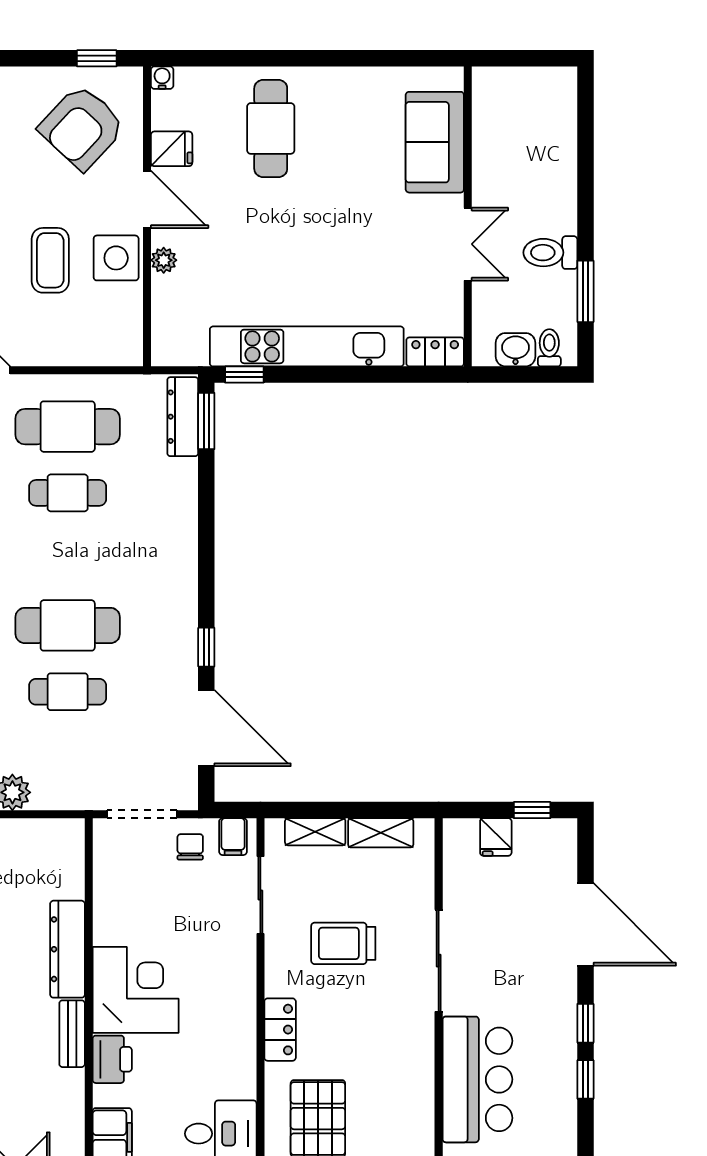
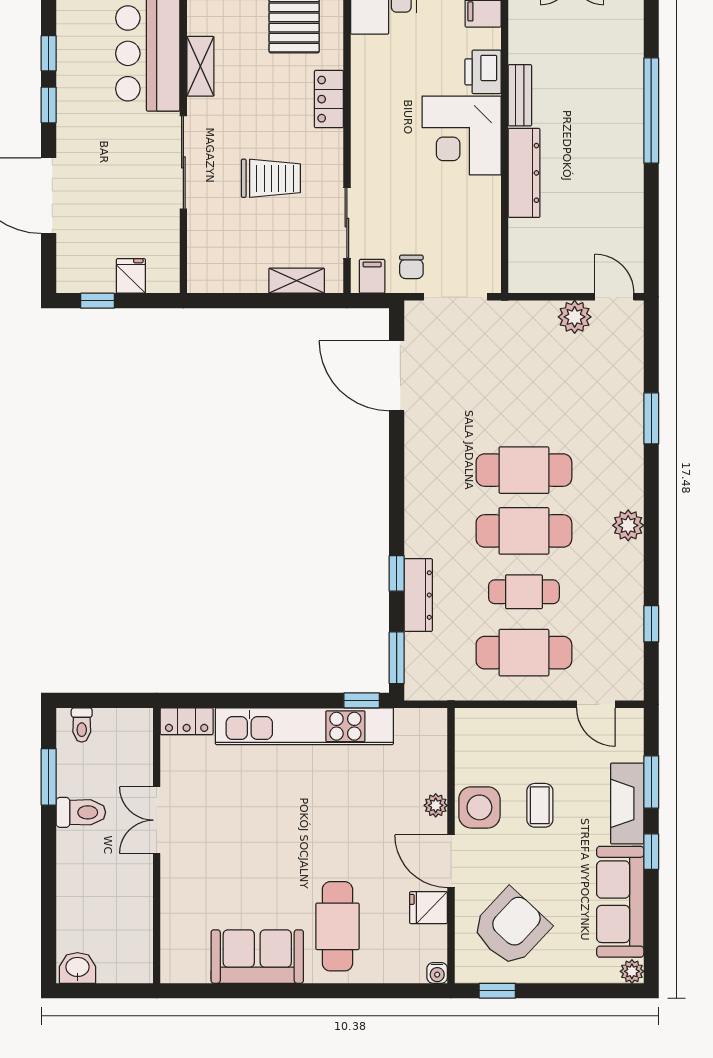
sofa: (435, 142) -> (257, 957), moved, turned -90
coffee table: (50, 260) -> (540, 805), width x0.73, depth x0.77
washbasin: (515, 350) -> (77, 968), moved, turned 180
dresser: (183, 417) -> (418, 595), moved
window: (206, 647) -> (397, 573), moved
cafe table: (68, 692) -> (524, 531), moved, width x1.37, depth x1.35
shelving: (381, 833) -> (200, 66), moved, turned 90

